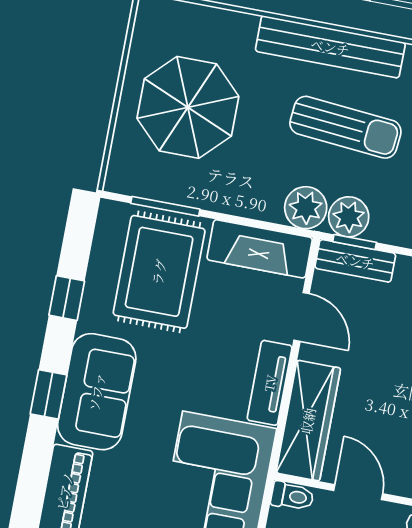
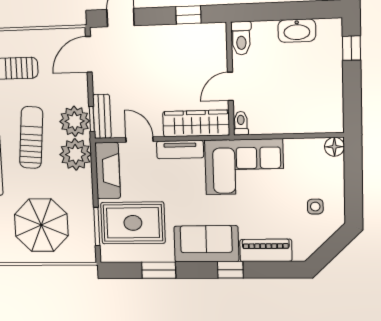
plant: (306, 208) -> (75, 154), width x1.36, depth x1.36
plant: (349, 217) -> (75, 121), width x1.36, depth x1.36
window: (67, 298) -> (159, 270), width x1.50
door: (302, 317) -> (140, 139), hinge flipped
window: (48, 394) -> (230, 270), moved

